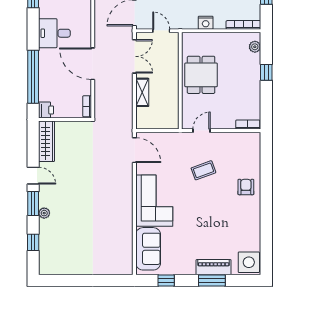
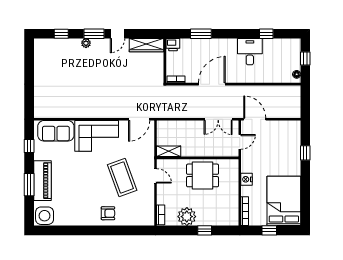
desk: (54, 33) -> (250, 52), moved
plant: (255, 47) -> (187, 217), moved, width x1.87, depth x1.87
window: (33, 77) -> (201, 34), width x0.47
shelving: (142, 92) -> (169, 151), moved
coffee table: (203, 170) -> (122, 177), width x1.86, depth x1.72
piano: (214, 267) -> (43, 181), width x1.37, depth x1.33

